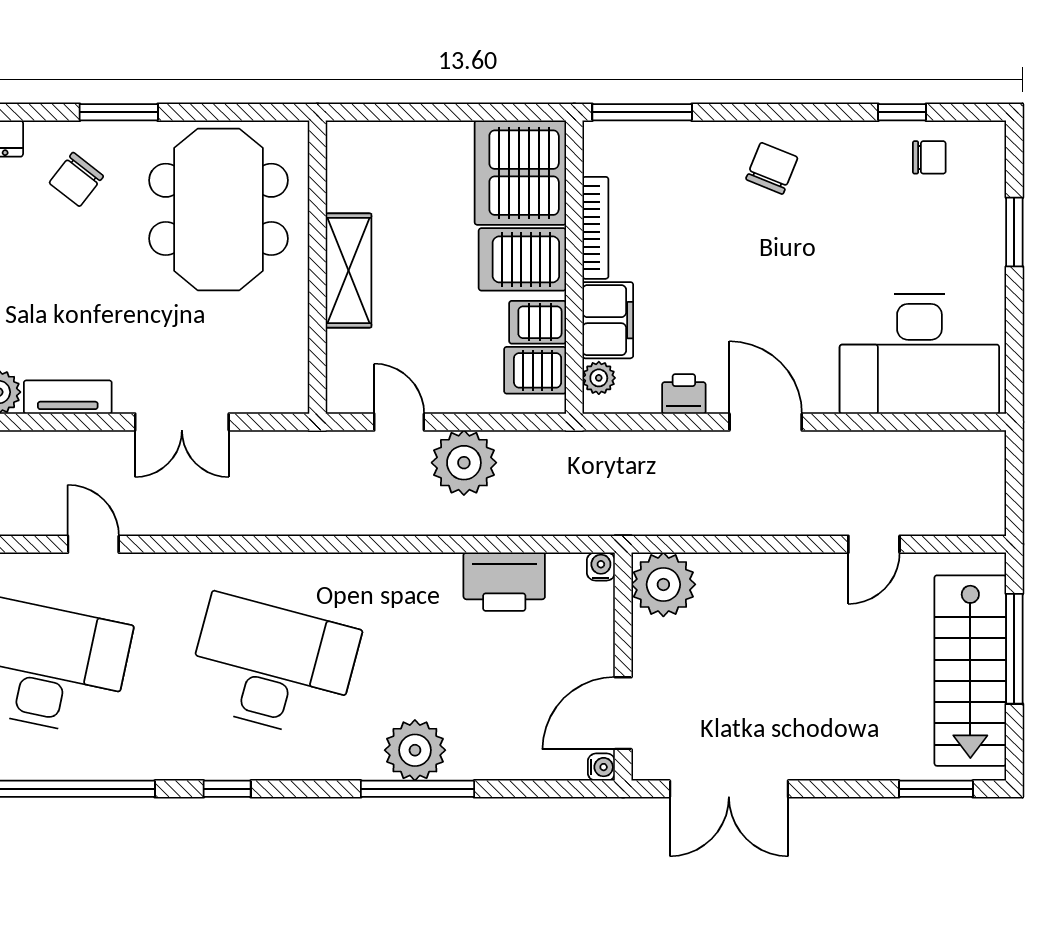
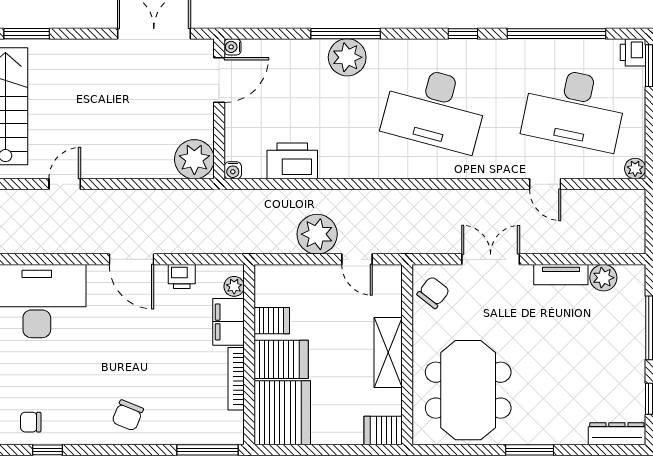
chair: (76, 179) -> (433, 292), moved
server rack: (535, 370) -> (383, 430), moved, turned 180

